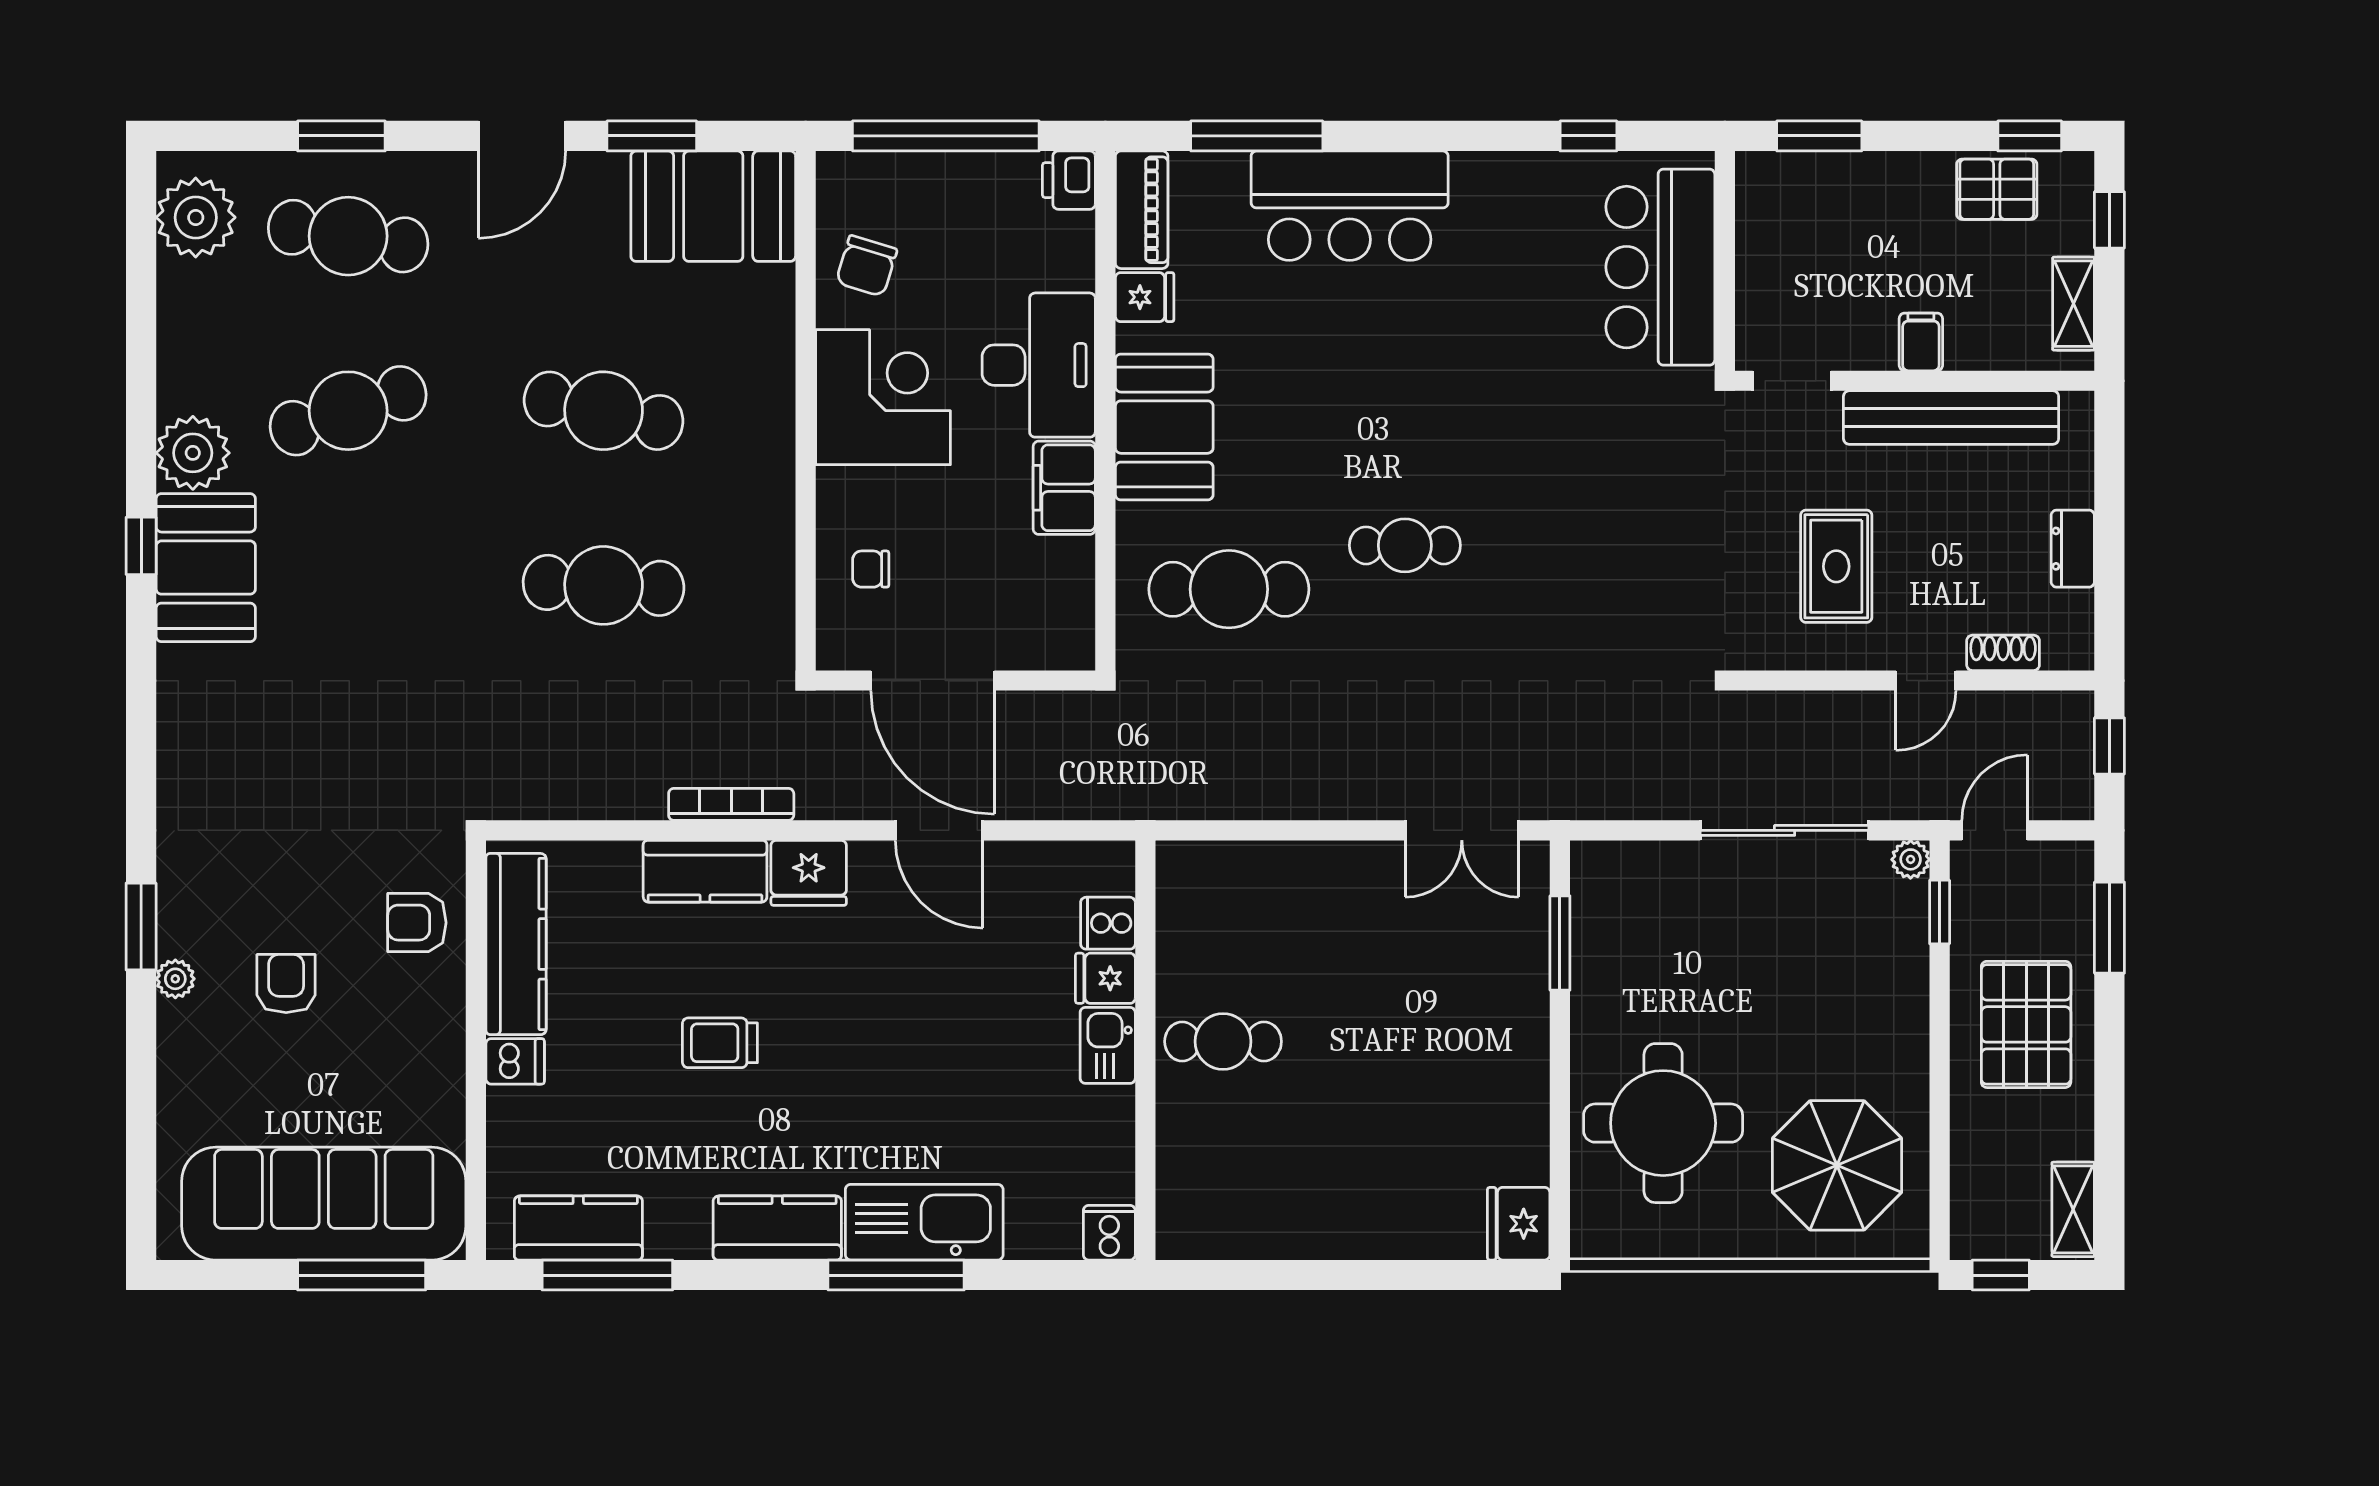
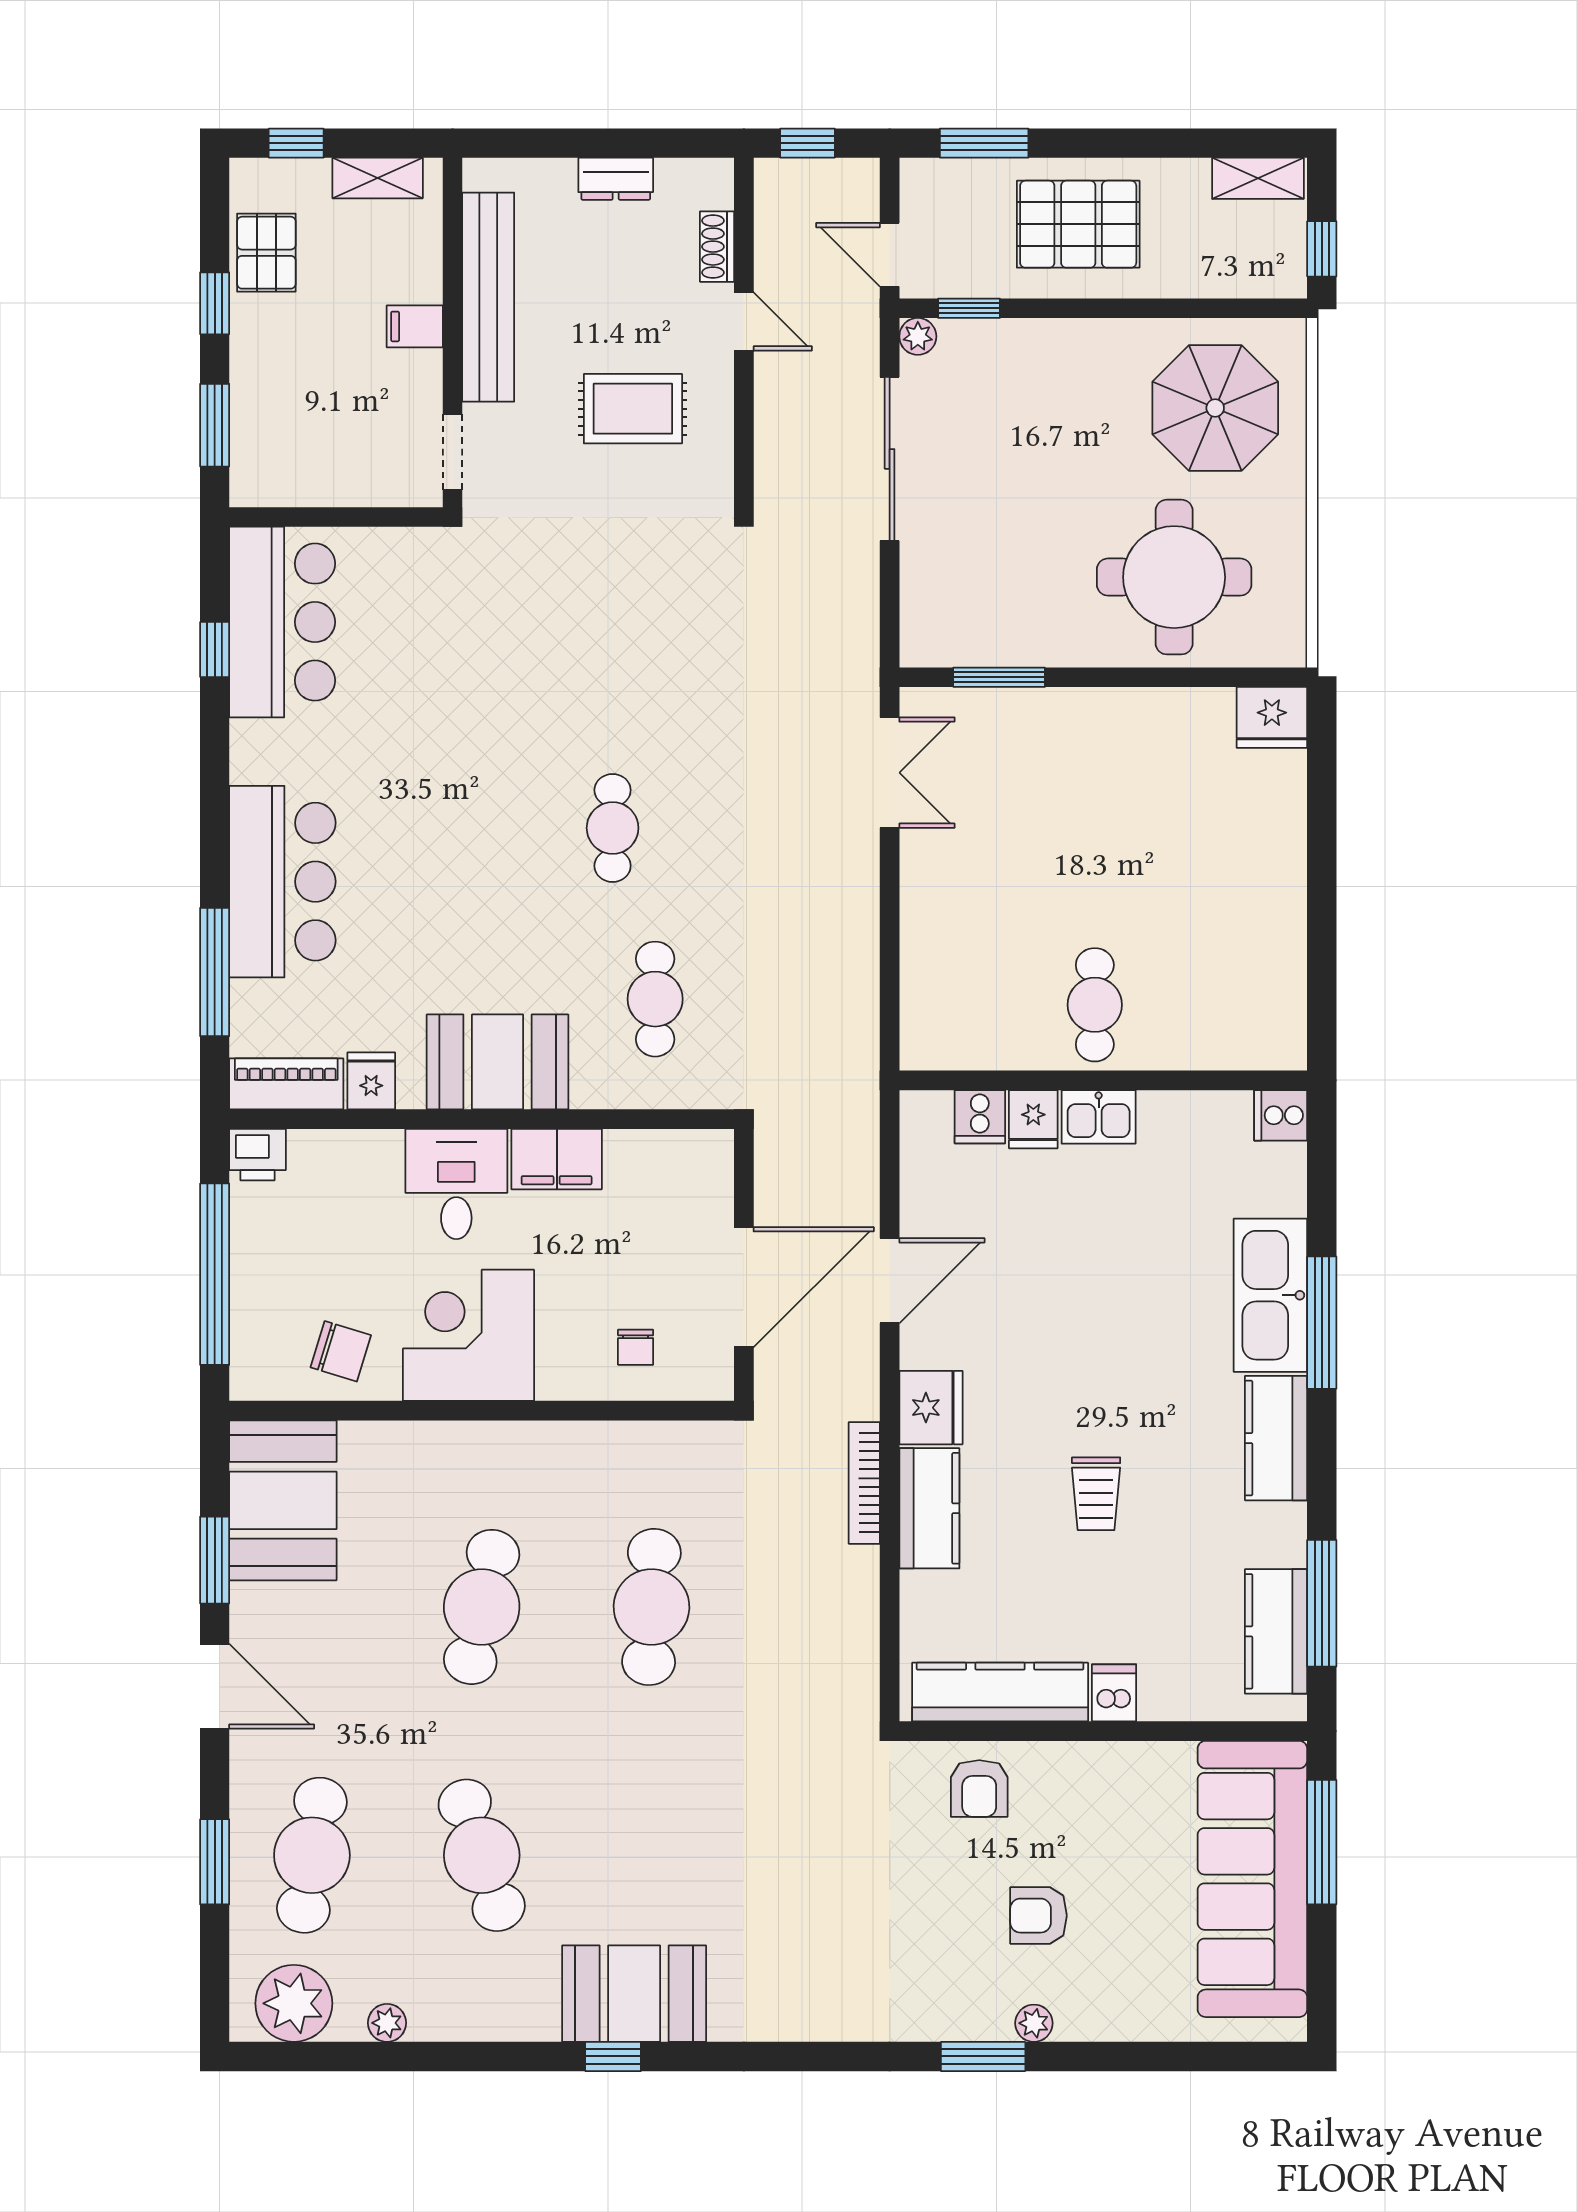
window: (2030, 136) -> (215, 303), moved
bar counter: (1660, 267) -> (282, 622), moved, turned -90
desk: (1039, 365) -> (456, 1184), width x0.73
plant: (193, 453) -> (387, 2023), moved, width x0.53, depth x0.53
cafe table: (1229, 589) -> (655, 999), width x0.73, depth x0.74

